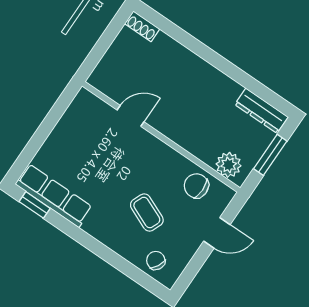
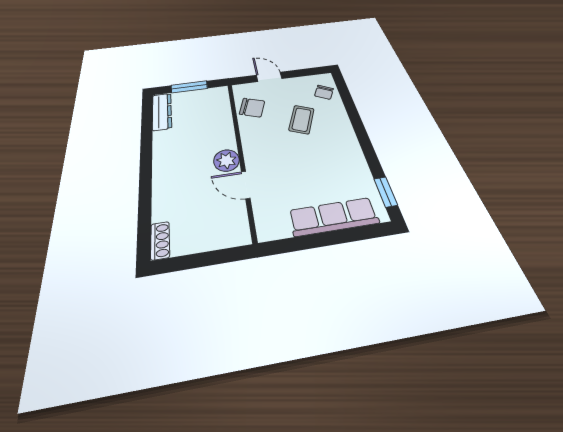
plant: (229, 165) -> (226, 160), moved
chair: (196, 186) -> (252, 108), turned -70
row of seats: (54, 196) -> (333, 217), moved, turned 90

